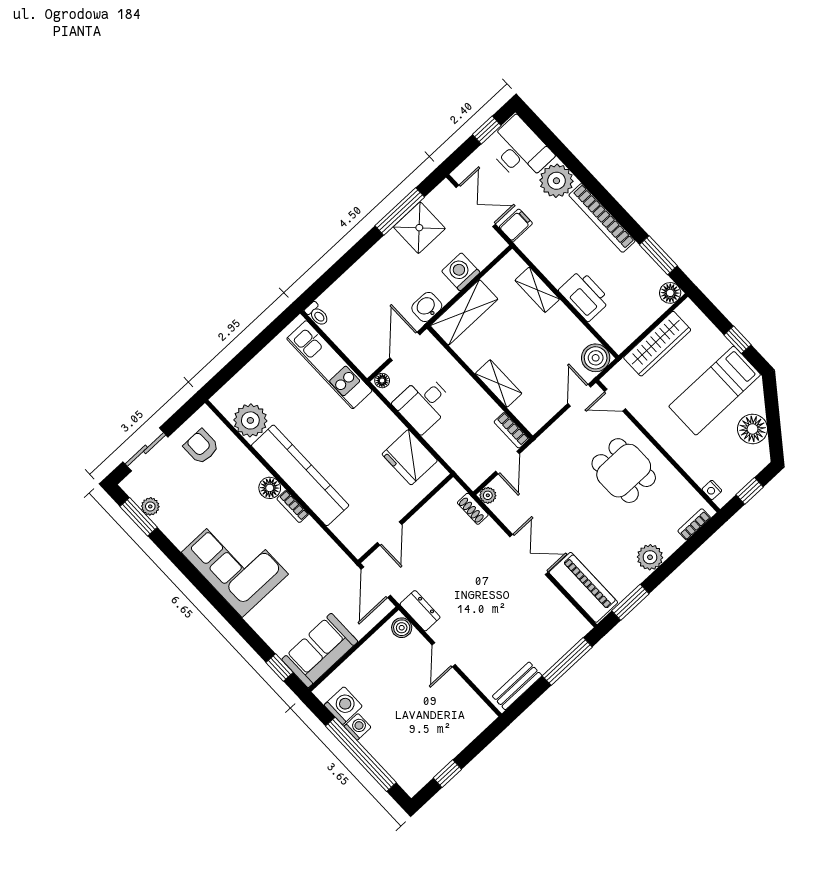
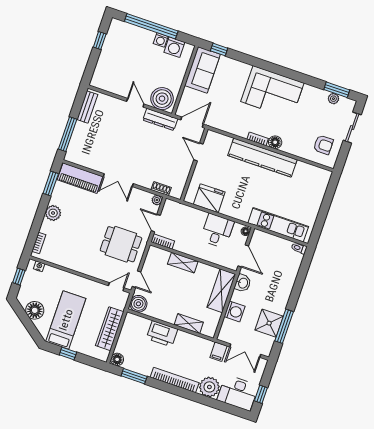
plant: (250, 420) -> (304, 173), removed
dining table: (624, 471) -> (121, 244), moved
door: (376, 582) -> (192, 122), hinge flipped
dresser: (420, 611) -> (160, 119), width x1.44
boiler: (402, 628) -> (162, 99), width x1.86, depth x1.86

